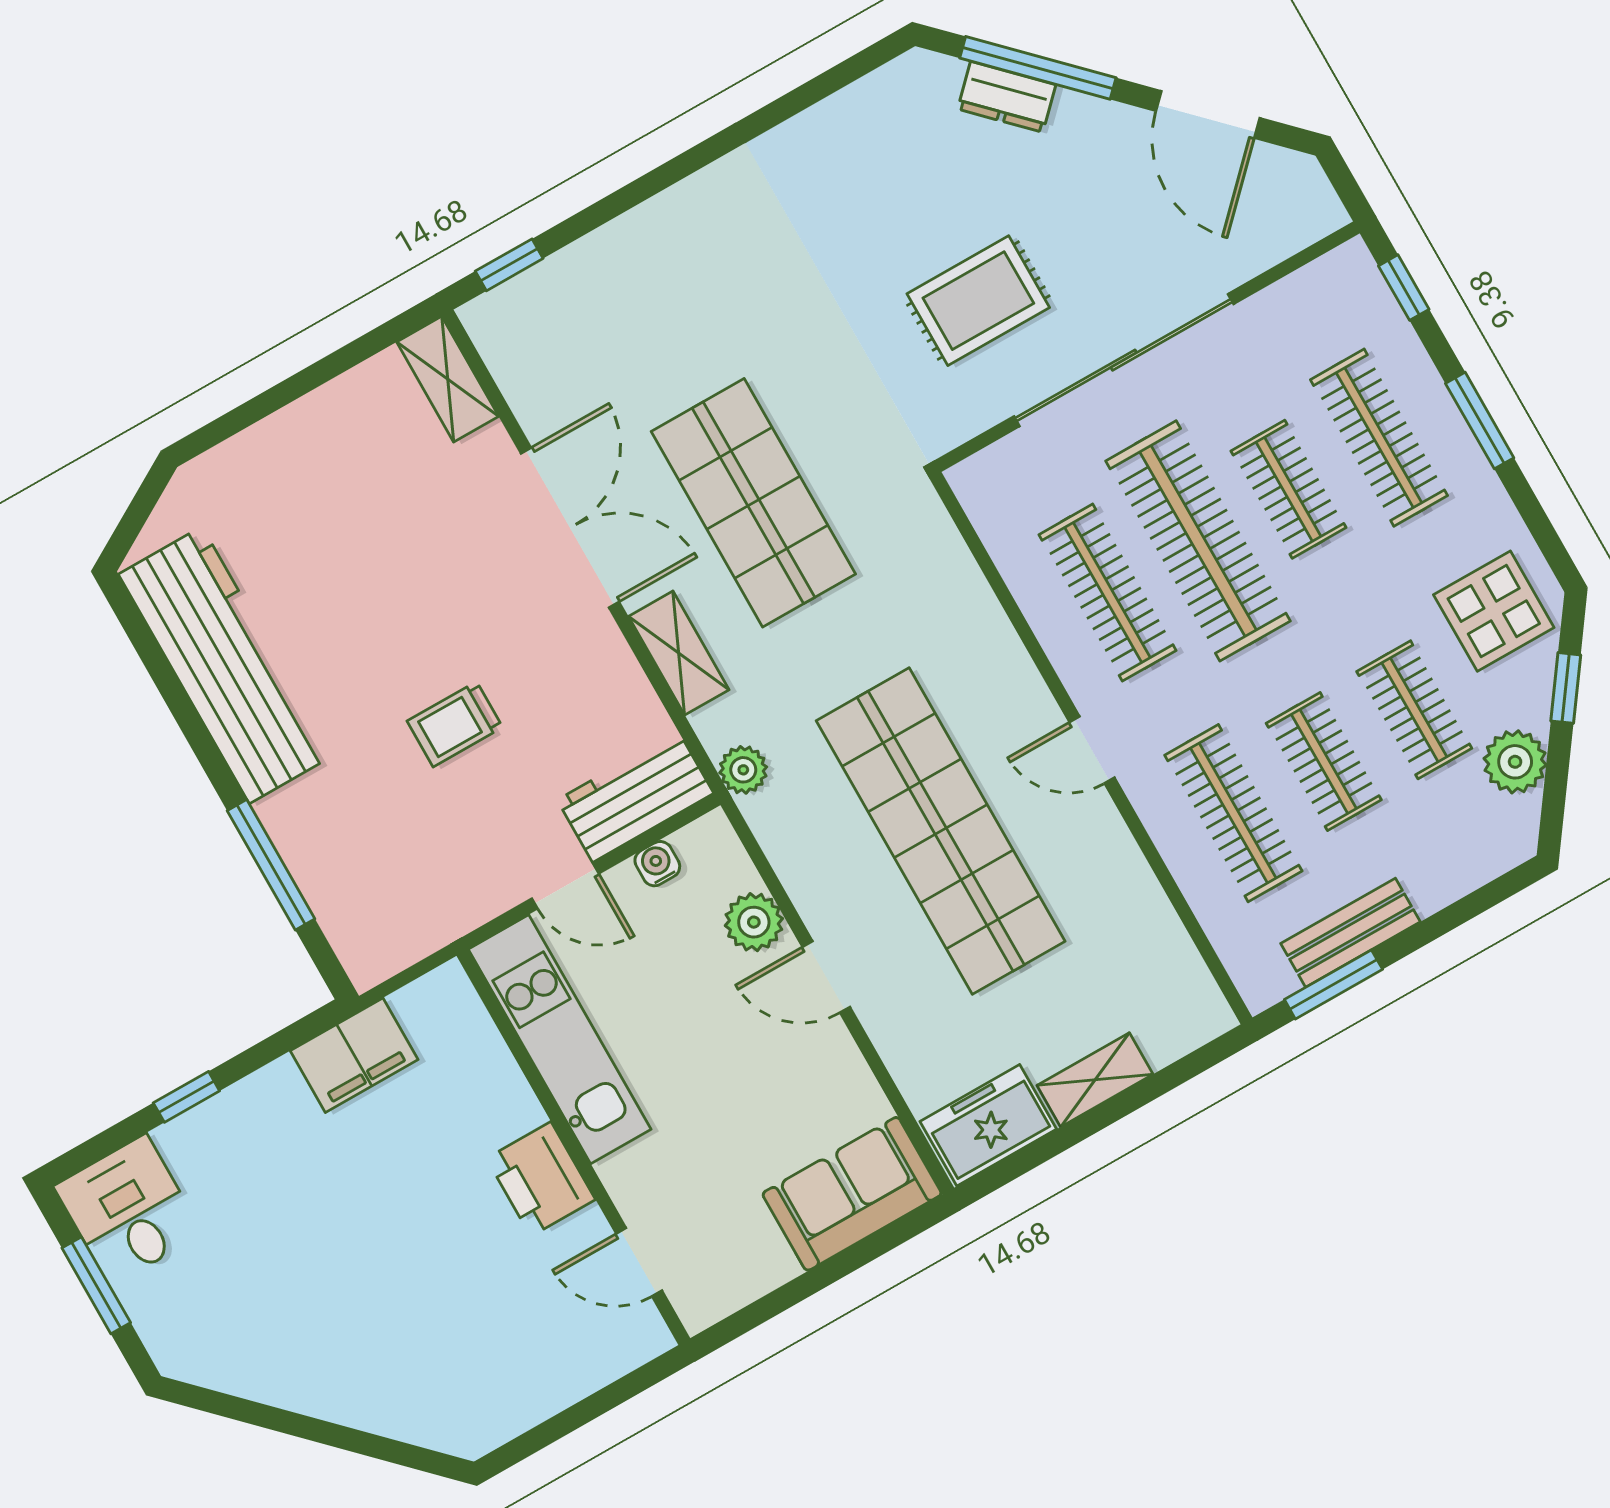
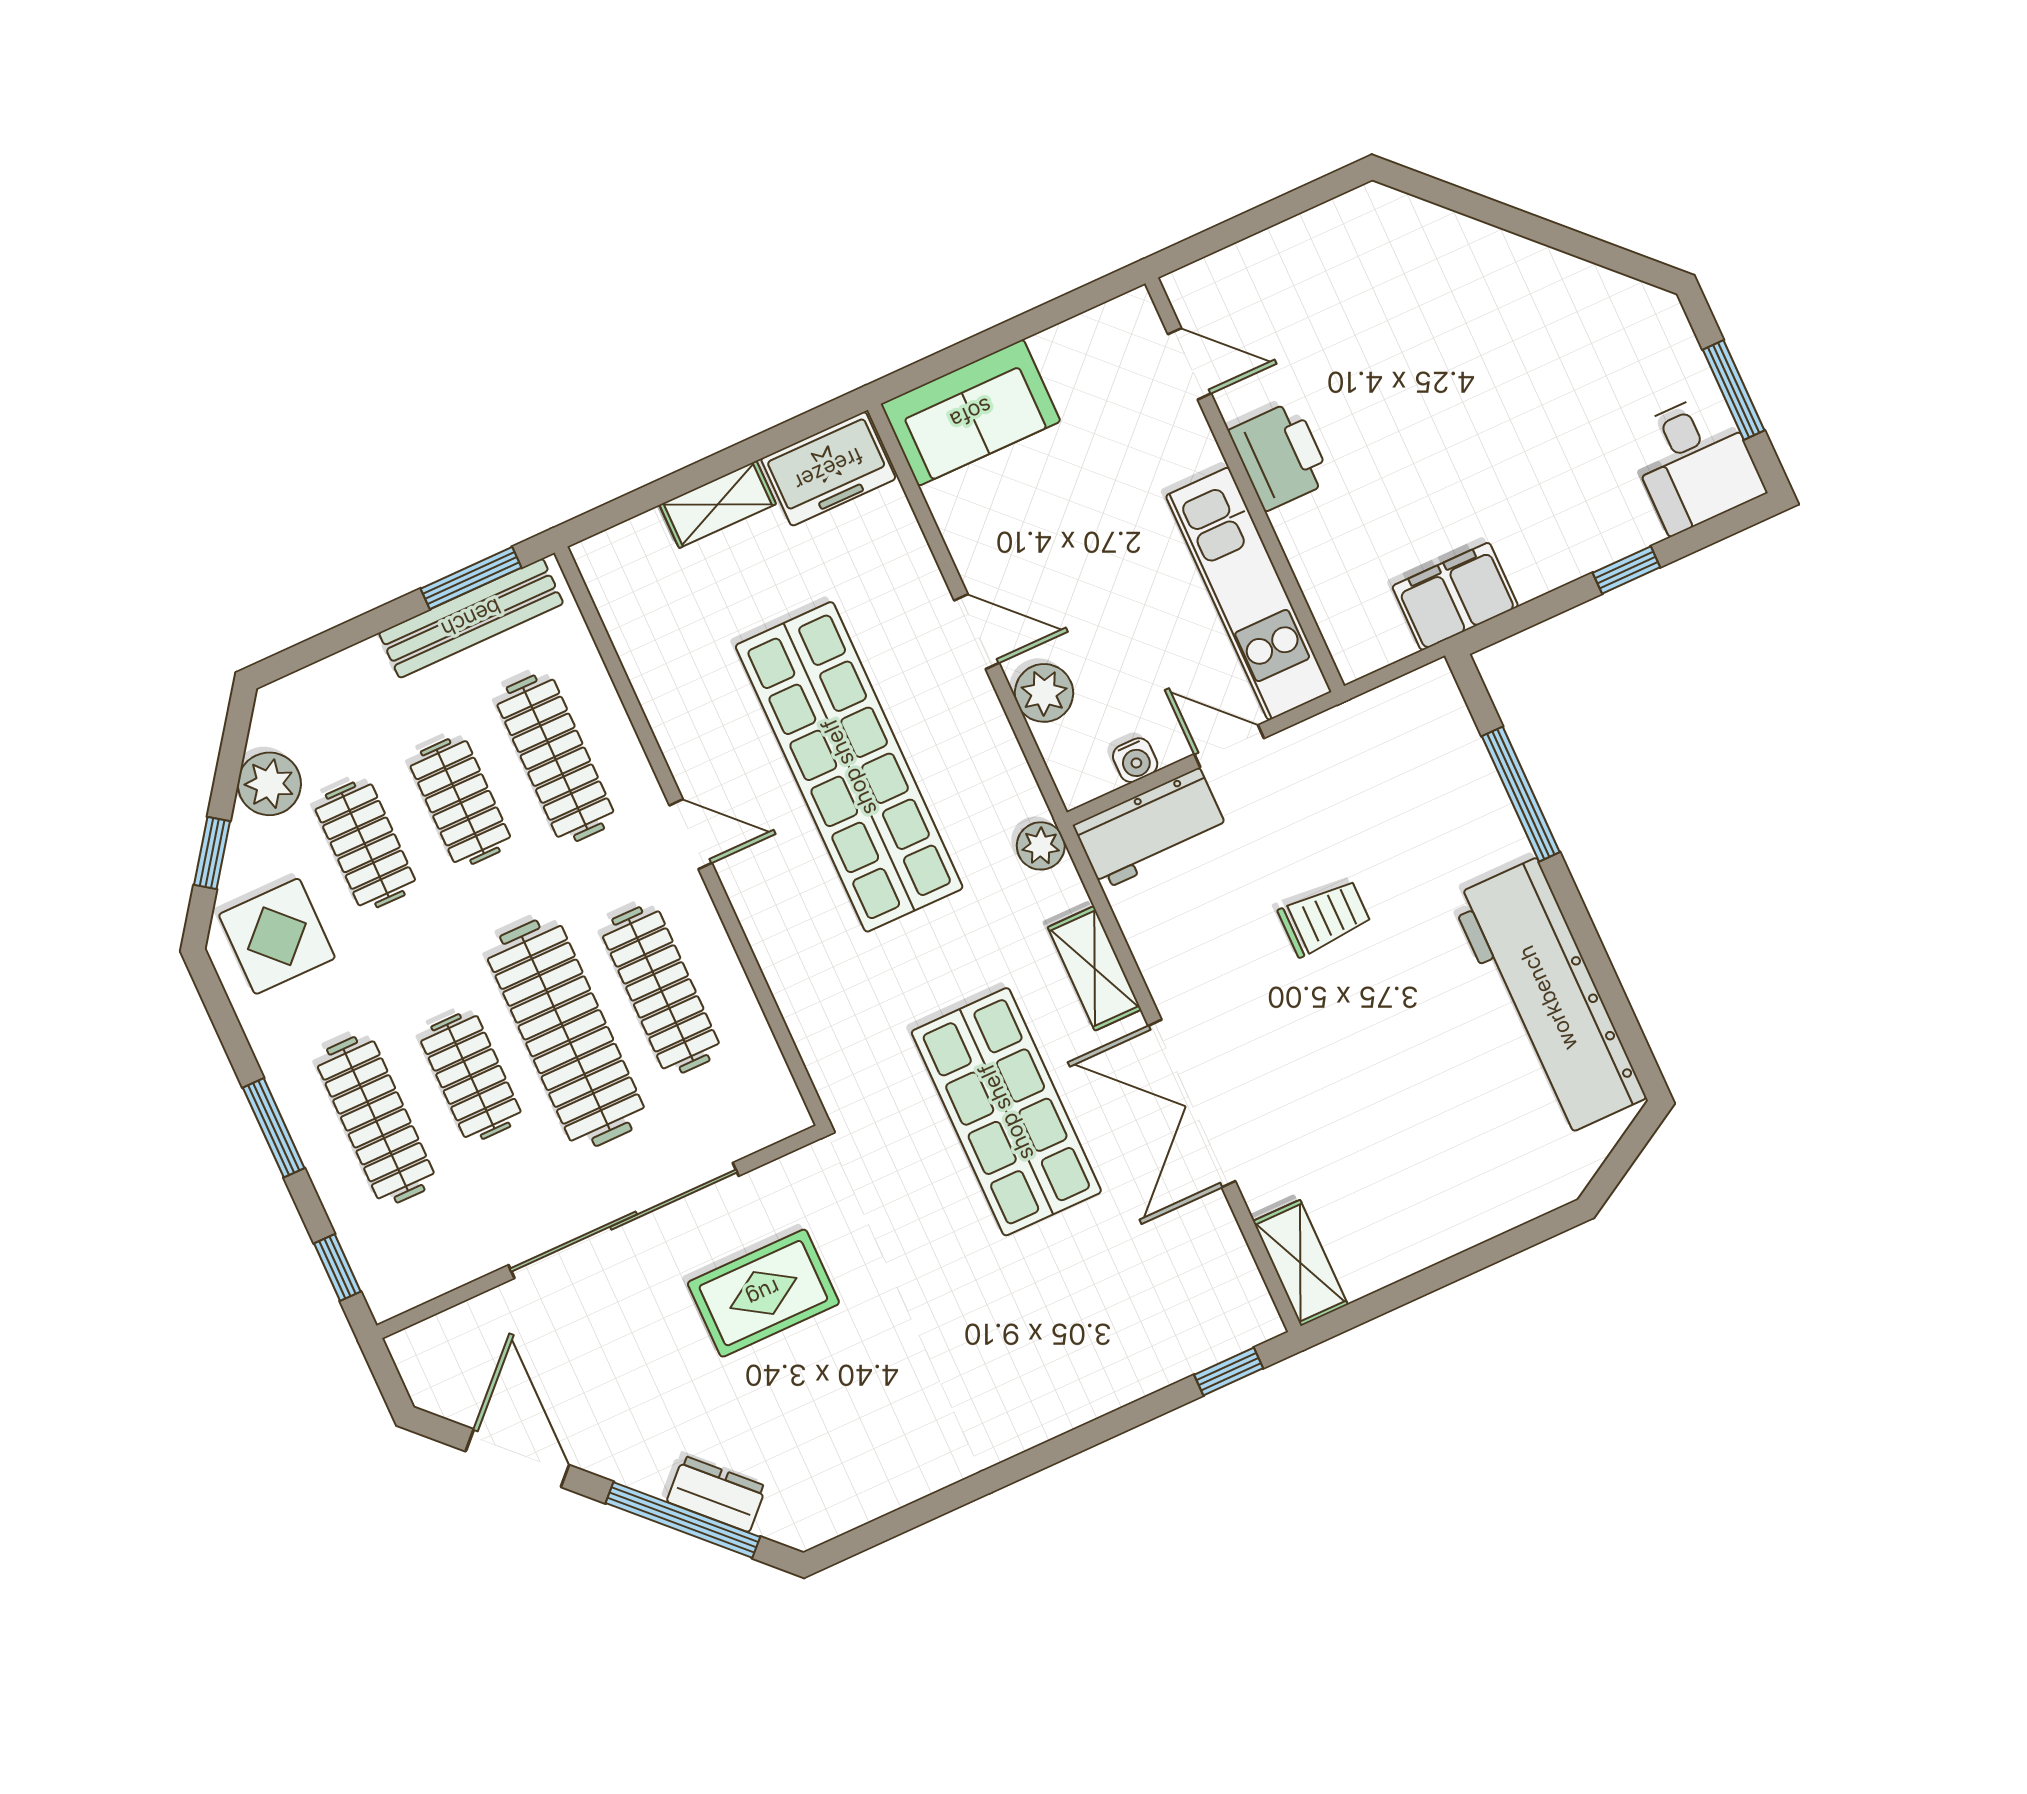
bench: (1351, 933) -> (471, 618), width x1.36

